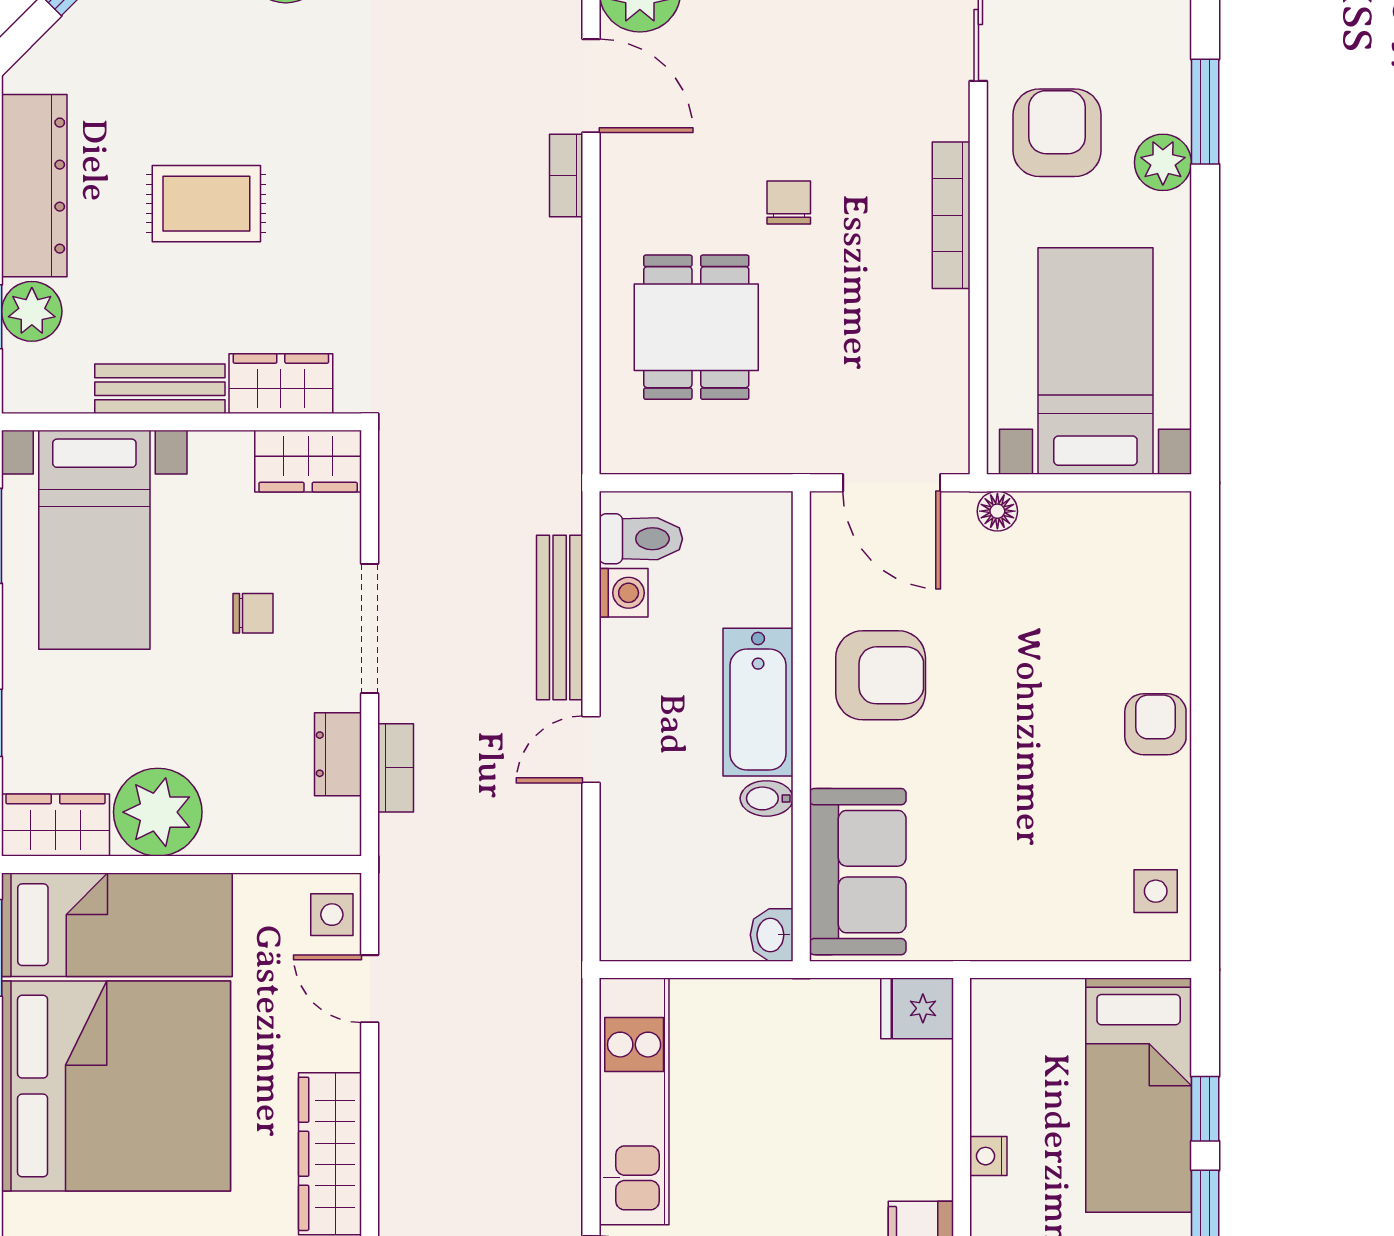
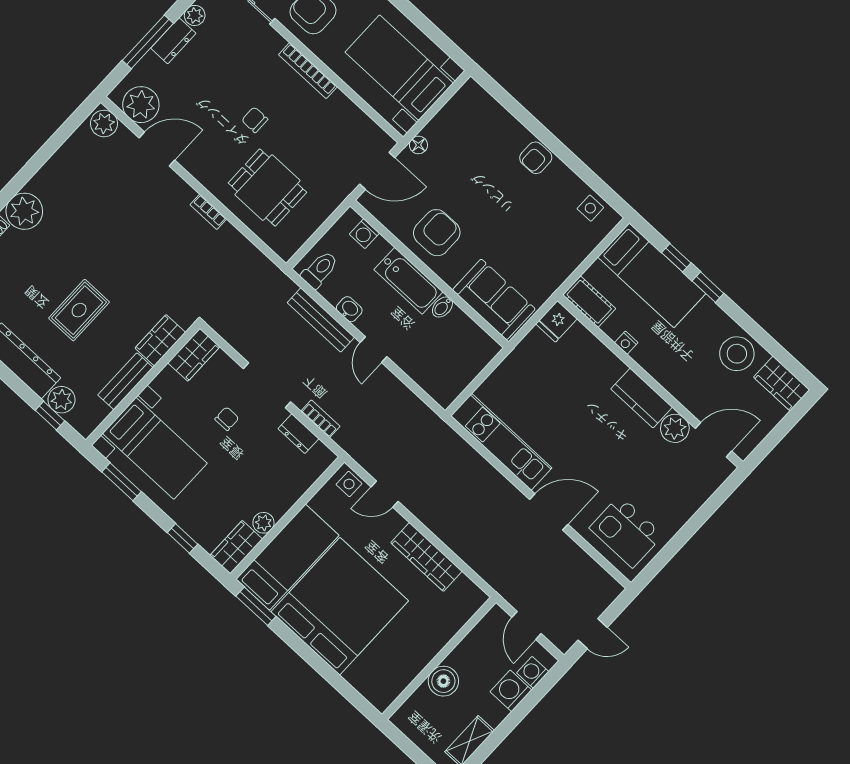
bookcase: (566, 176) -> (208, 212), moved
washing machine: (624, 593) -> (364, 234), moved, turned 180
armchair: (1155, 724) -> (536, 158), turned -90
plant: (158, 812) -> (263, 523), width x0.53, depth x0.53
washbasin: (772, 935) -> (349, 309), moved, turned 180
cot: (1000, 1032) -> (589, 302), added

